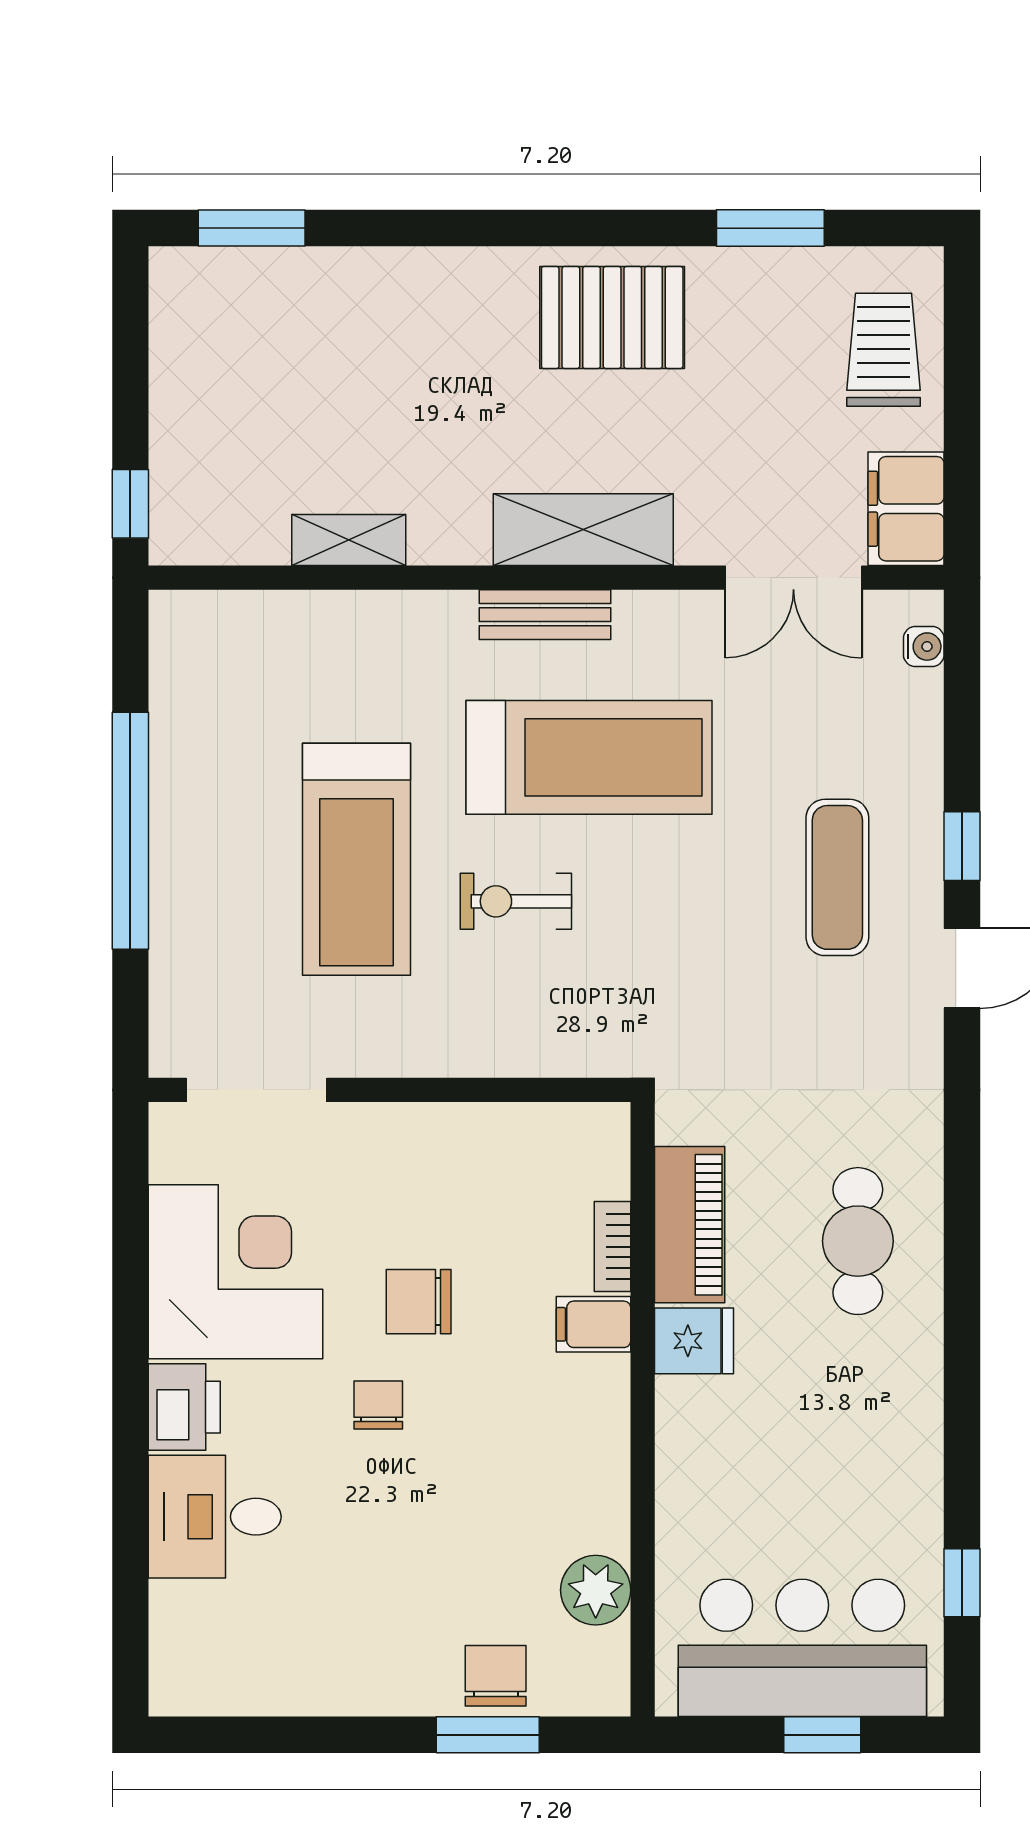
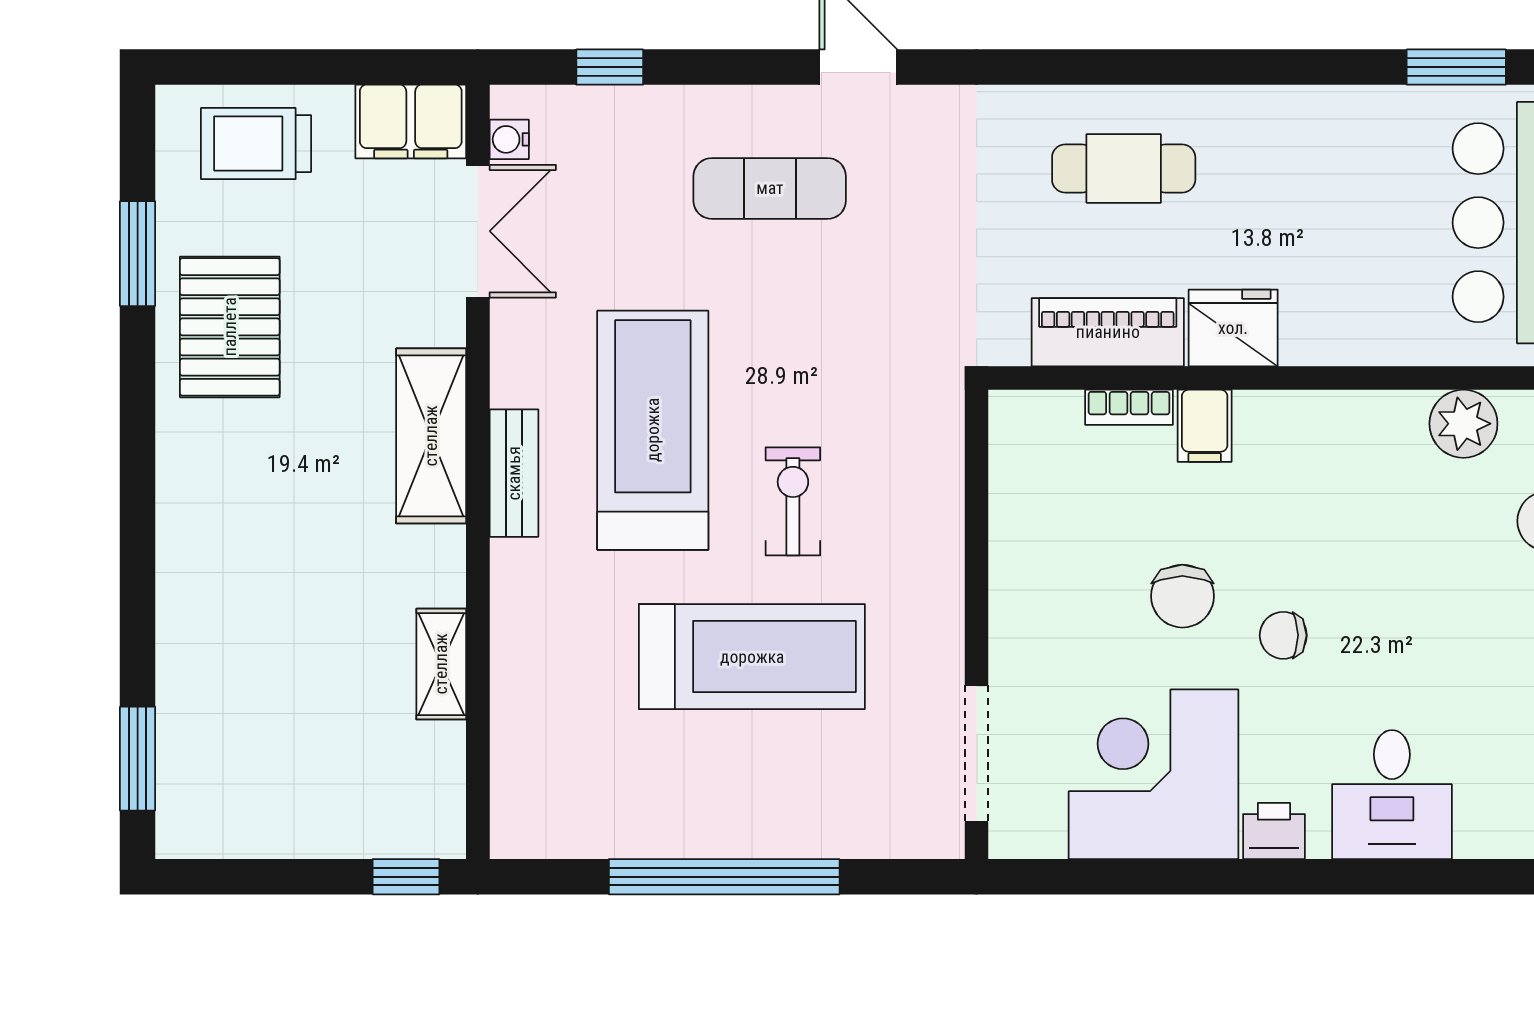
pallet: (612, 318) -> (230, 327), moved
water cooler: (924, 647) -> (509, 139), moved, turned -90
window: (962, 846) -> (610, 67), moved
exercise bike: (516, 901) -> (793, 501), turned 180
fridge: (694, 1341) -> (1233, 328), width x1.38
printer: (184, 1407) -> (1274, 831), width x0.73, depth x0.81
window: (962, 1583) -> (1456, 67), width x1.50

